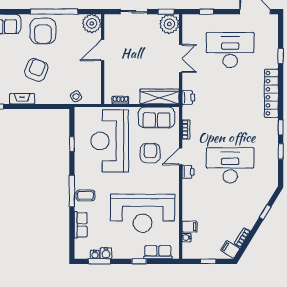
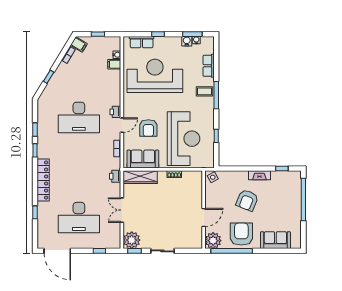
plant: (92, 23) -> (213, 241), moved
door: (103, 50) -> (204, 217), moved
wall: (103, 59) -> (204, 210), moved

